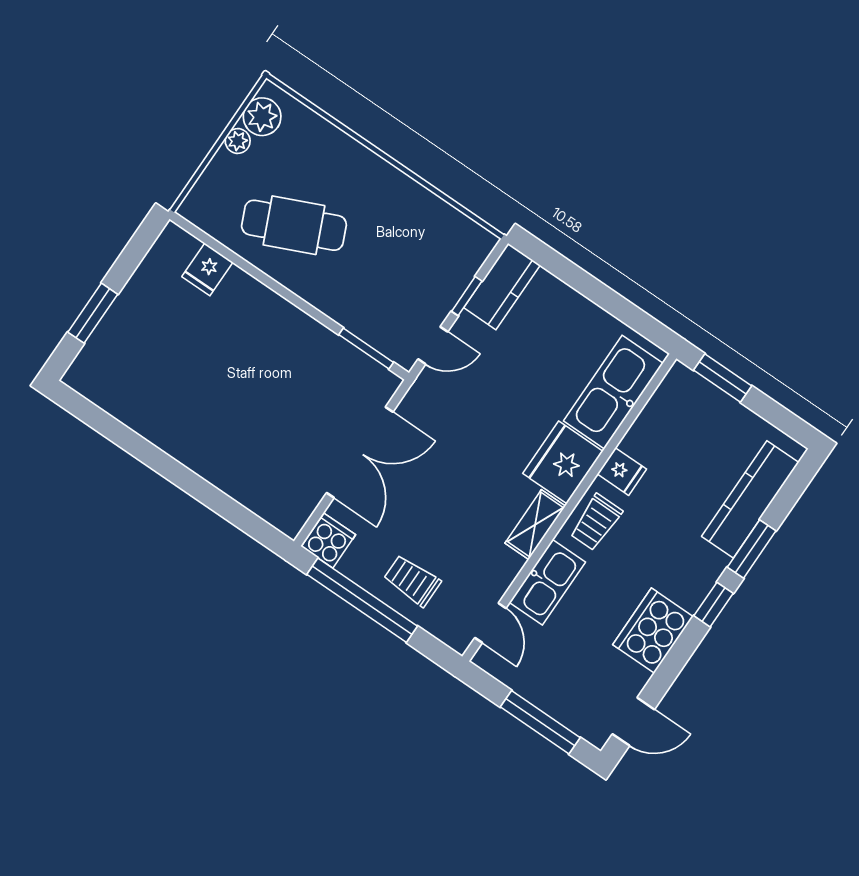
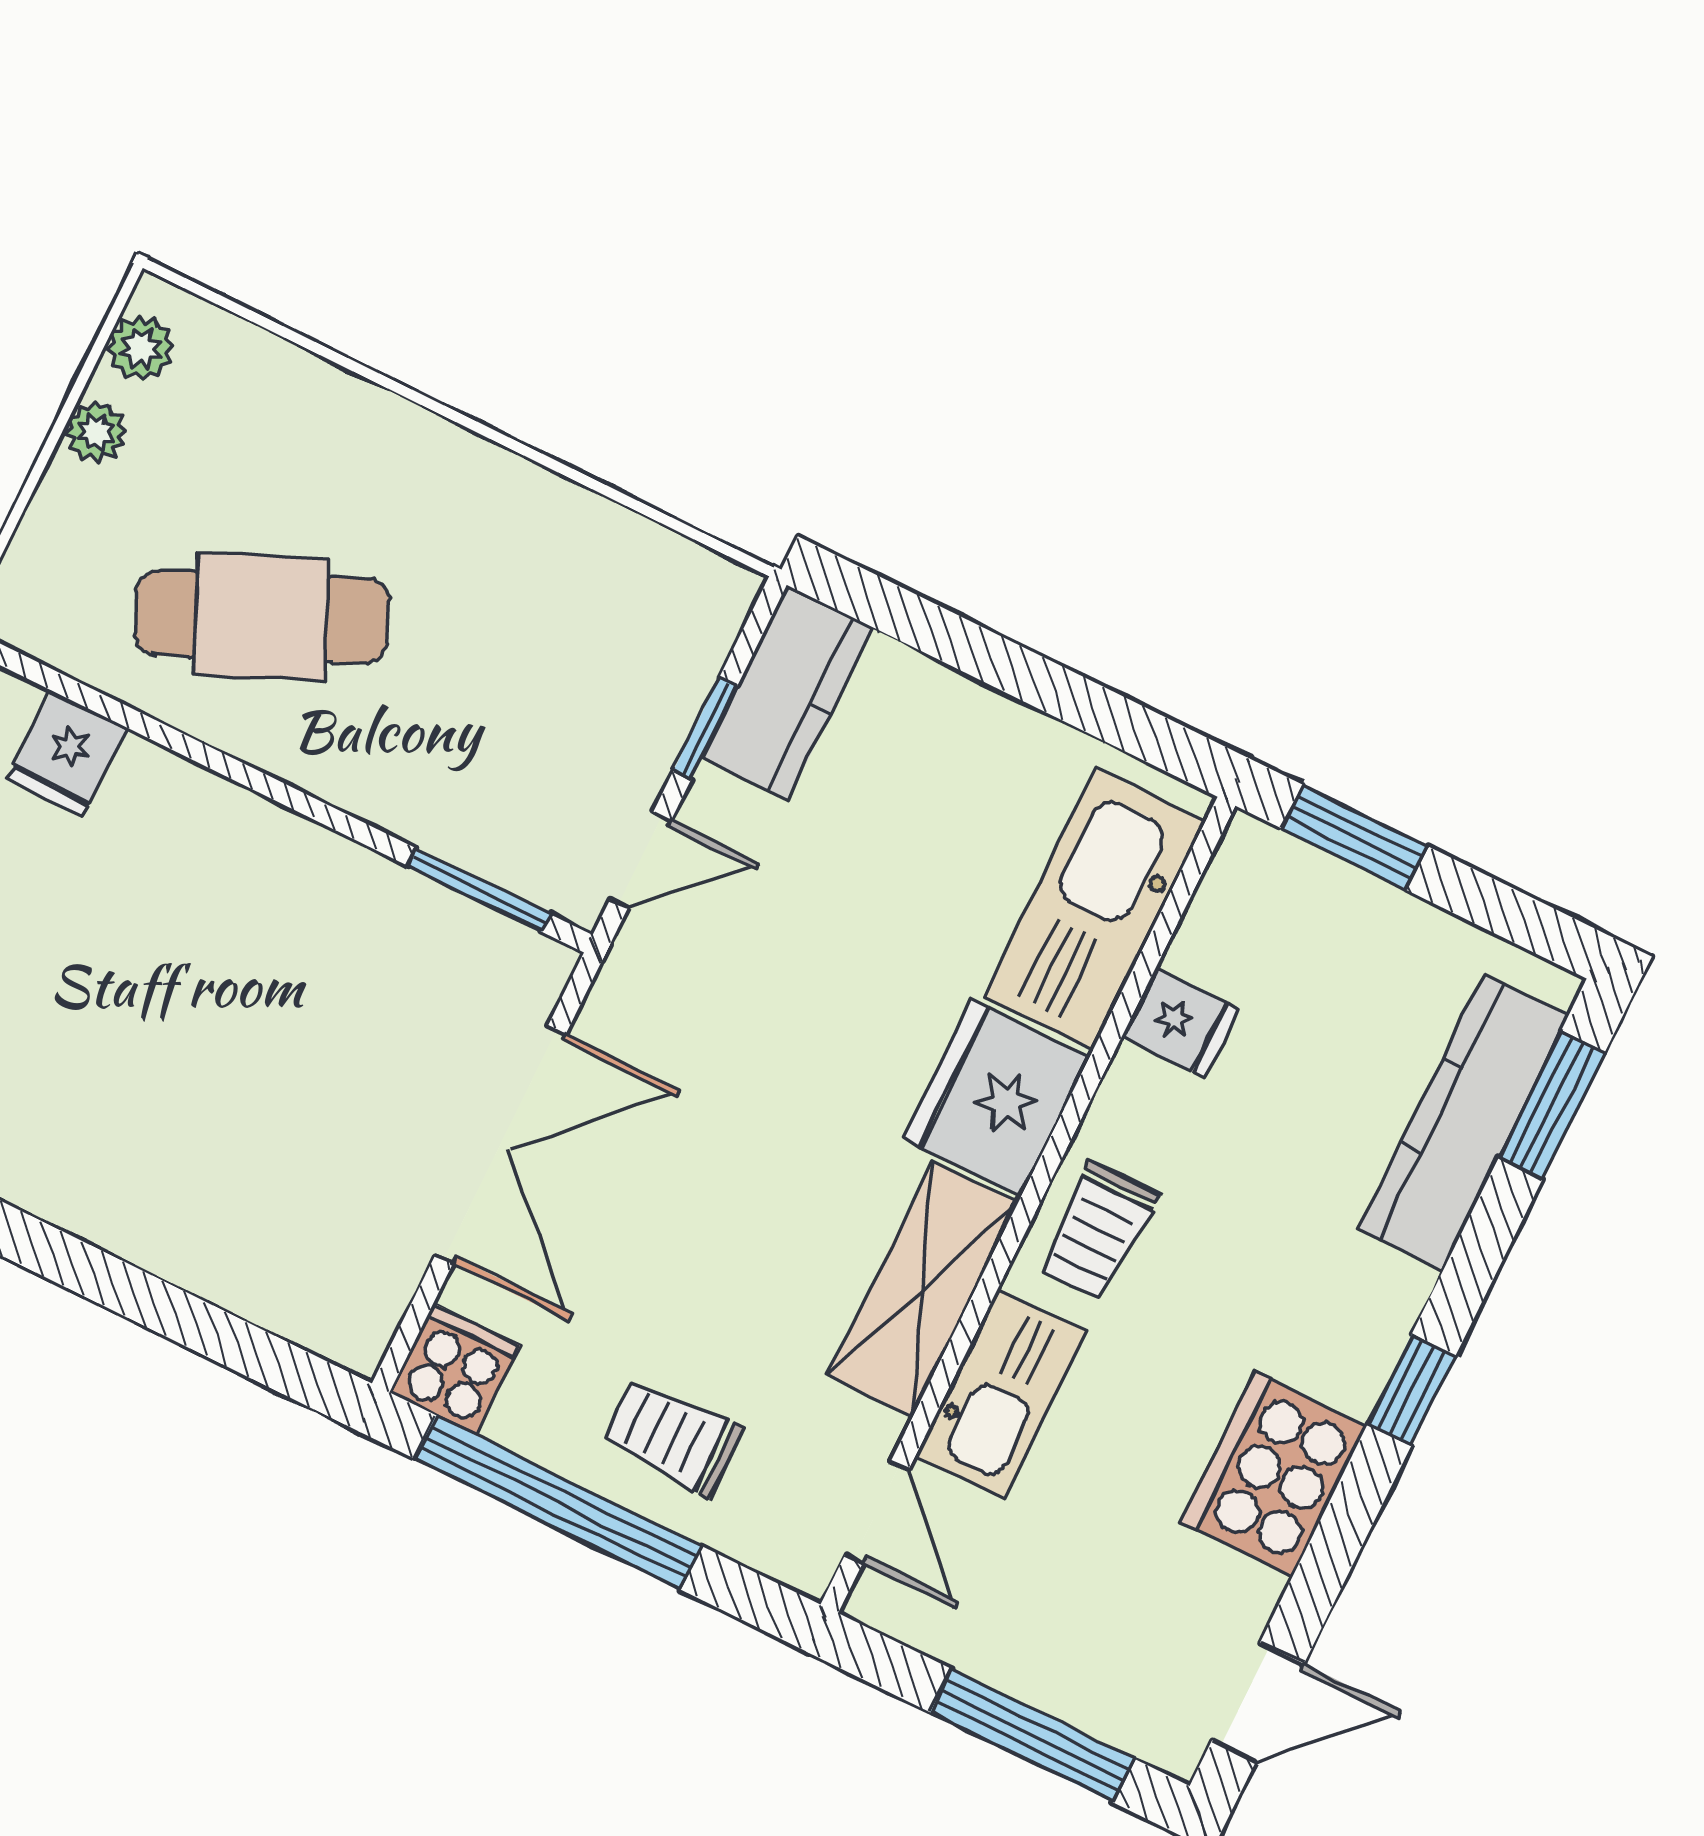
plant: (262, 117) -> (141, 348), width x0.73, depth x0.73
fridge: (622, 472) -> (1181, 1023), moved
shelving: (535, 525) -> (923, 1289), width x1.50, depth x1.33
window: (752, 549) -> (1552, 1105), moved

